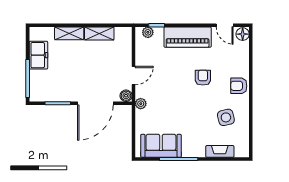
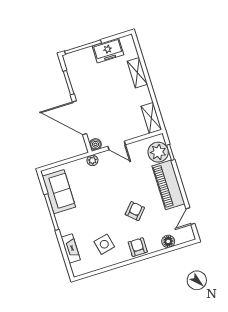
plant: (148, 32) -> (158, 152), width x1.88, depth x1.88
shelving: (99, 33) -> (151, 118), moved
floor lamp: (243, 34) -> (168, 241), moved
armchair: (203, 78) -> (135, 211), turned -48

